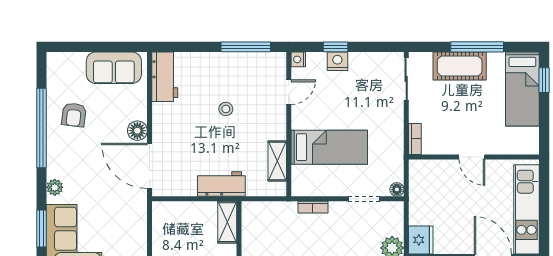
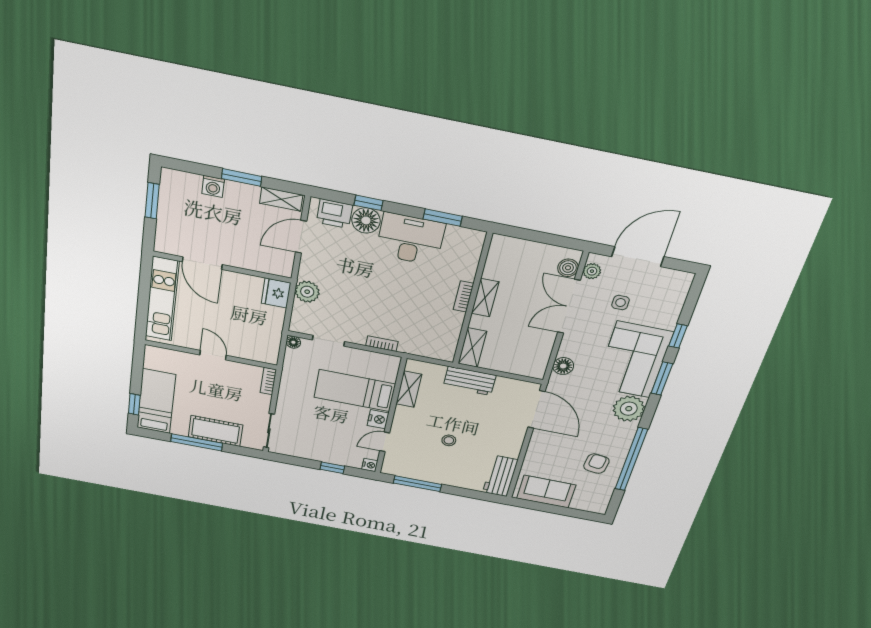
nightstand: (337, 61) -> (378, 419), moved, turned -90
floor lamp: (137, 131) -> (563, 366), moved
plant: (55, 187) -> (629, 409), width x1.88, depth x1.88

